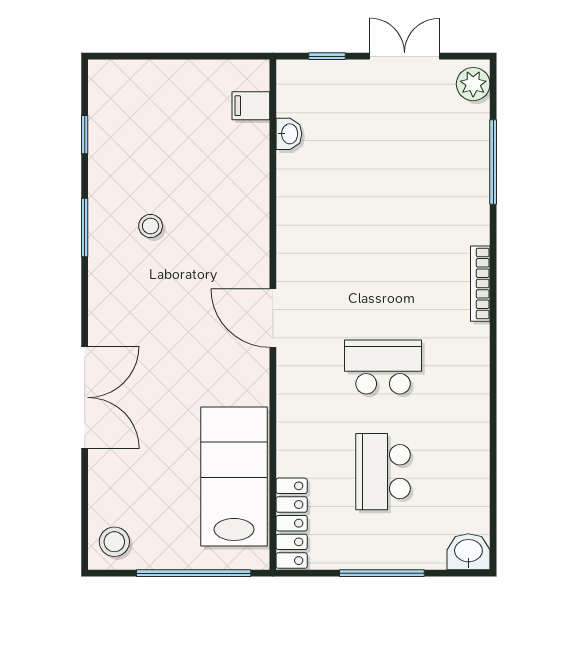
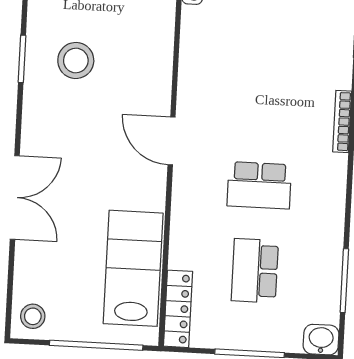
stool: (151, 226) -> (76, 60), width x1.89, depth x1.89
school desk: (383, 367) -> (259, 185), turned 180
window: (493, 478) -> (344, 281), added

